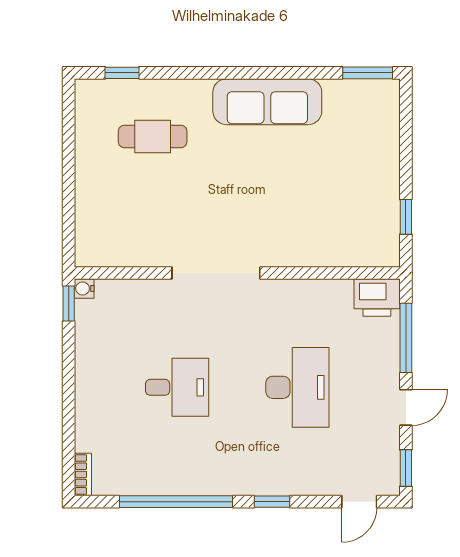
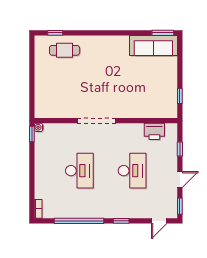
sofa: (267, 102) -> (153, 45), moved
cafe table: (153, 136) -> (65, 50), moved
printer: (377, 298) -> (154, 131), moved
window: (406, 338) -> (180, 149), width x0.46
desk: (177, 387) -> (79, 171), width x1.37

